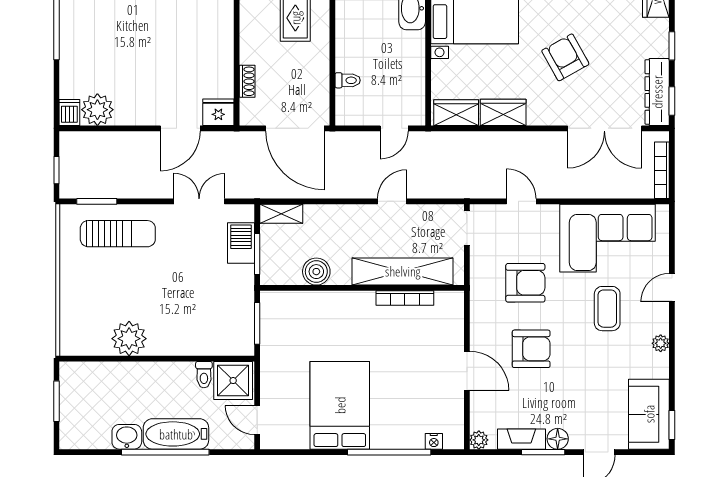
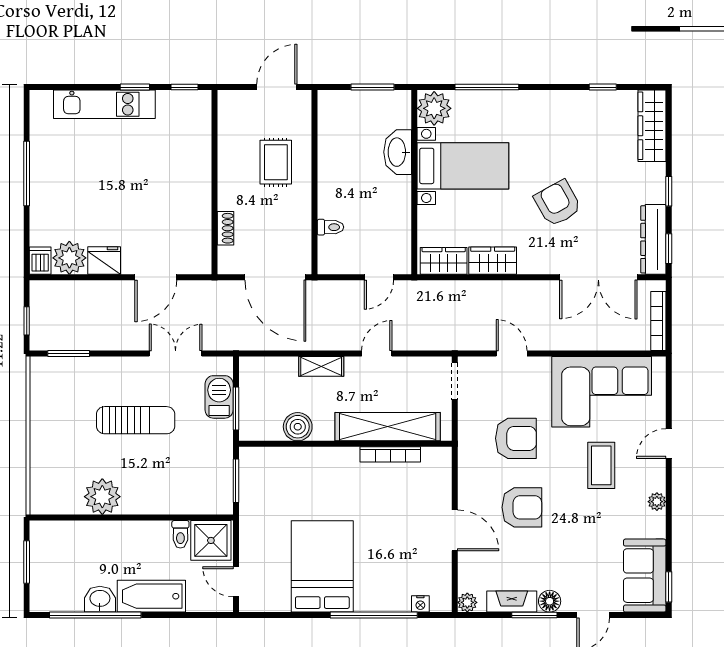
fridge: (218, 112) -> (104, 261), moved
shelving: (281, 214) -> (321, 366), moved
sun lounger: (118, 234) -> (136, 420), moved
window: (165, 452) -> (95, 615), moved

